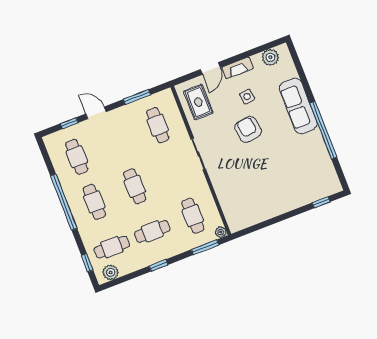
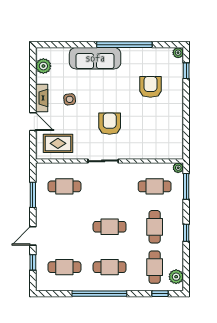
armchair: (248, 129) -> (110, 124), moved, turned 98
armchair: (291, 173) -> (150, 87), added
plant: (336, 187) -> (178, 53), added

